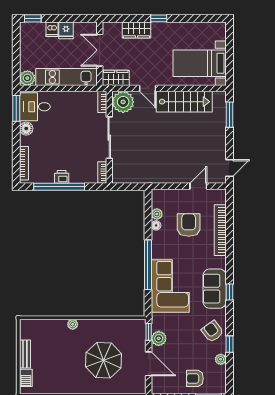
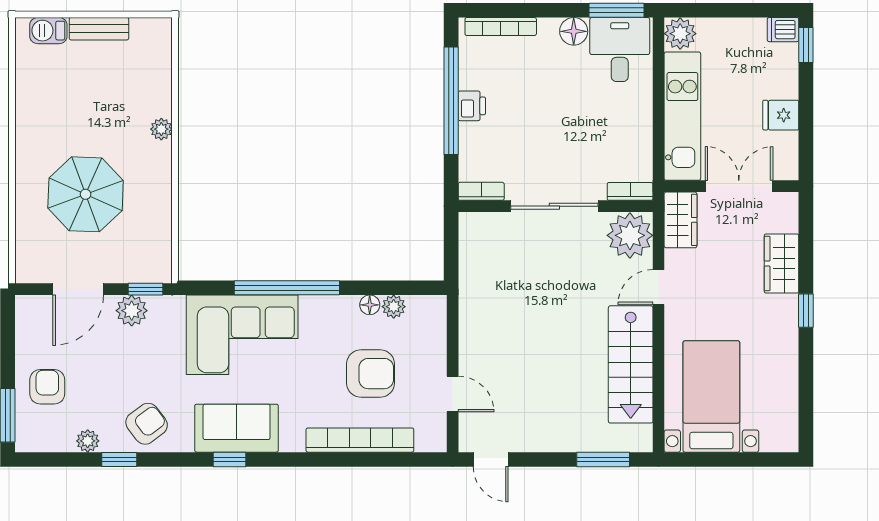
dishwasher: (52, 29) -> (783, 30), moved

